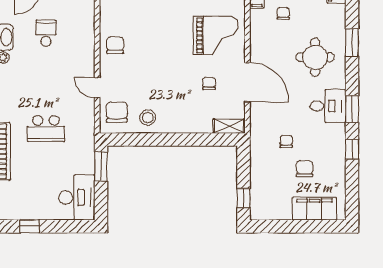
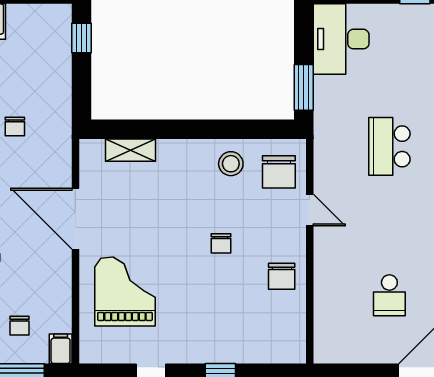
grand piano: (216, 36) -> (125, 291), turned 90
chair: (209, 83) -> (221, 243), moved
shelving: (229, 126) -> (130, 150), moved
school desk: (46, 129) -> (389, 146), turned -90

